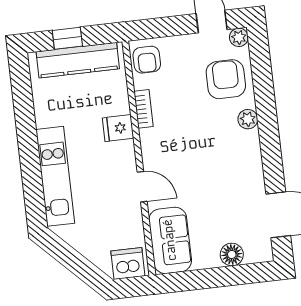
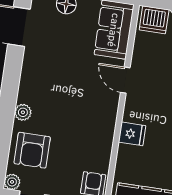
bookcase: (144, 109) -> (107, 144), removed

